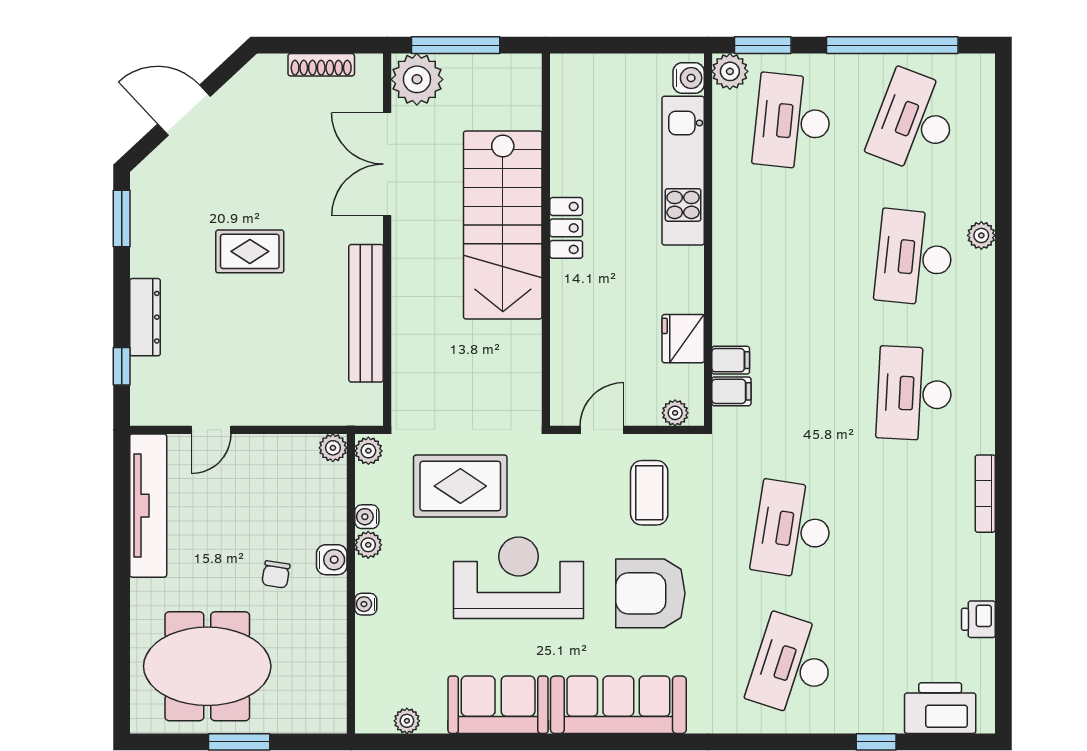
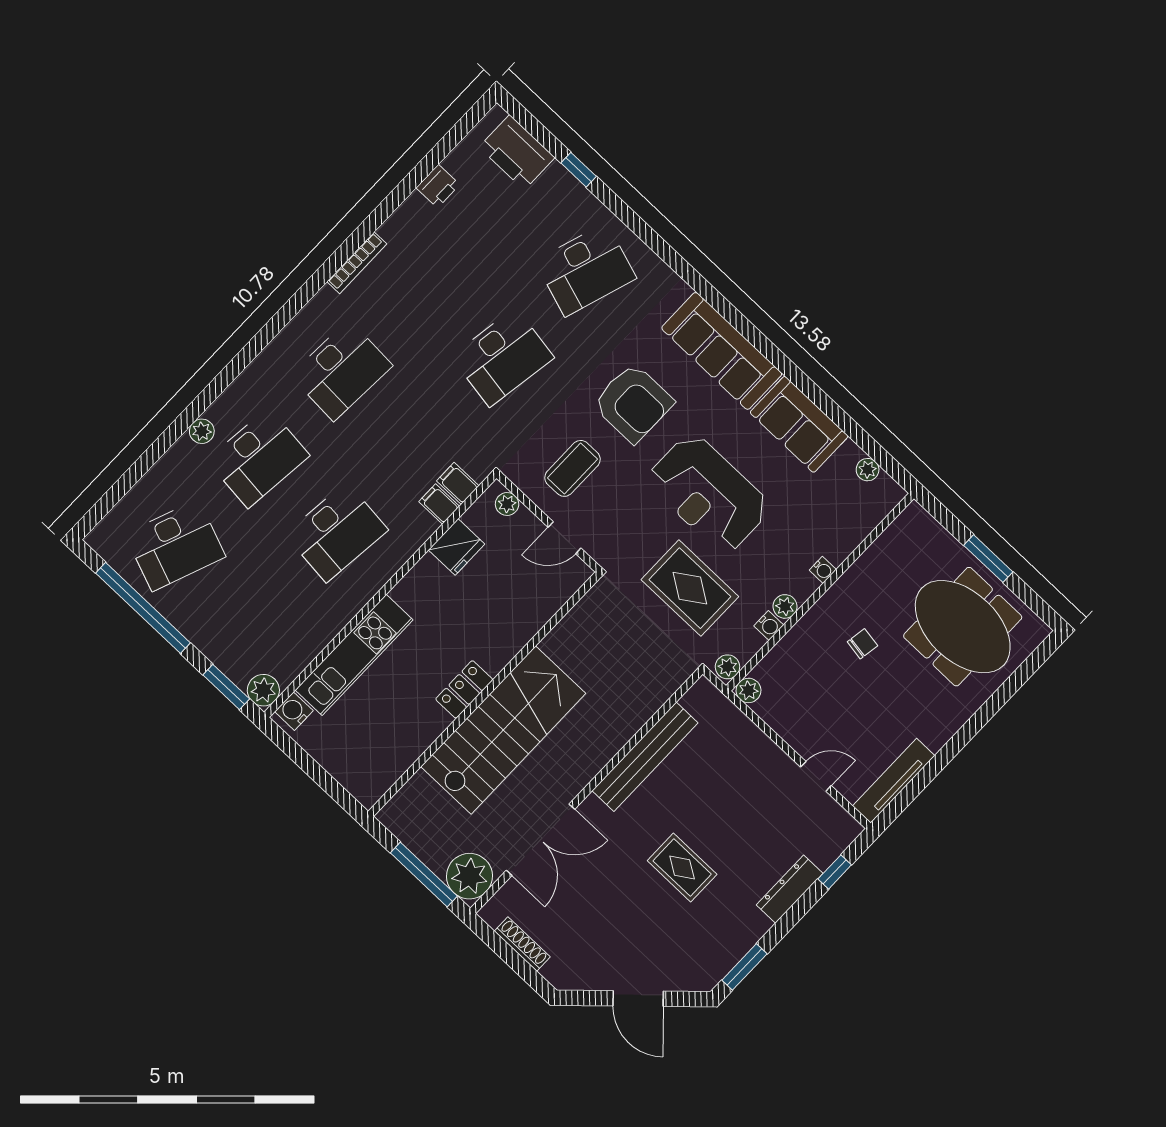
desk: (793, 121) -> (337, 532), moved
tv unit: (148, 506) -> (894, 781), width x0.73, depth x0.78
water cooler: (332, 560) -> (818, 619), removed

